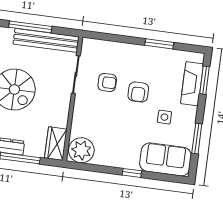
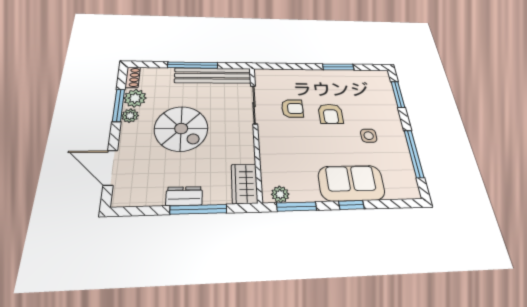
fireplace: (192, 84) -> (386, 99), removed
window: (197, 139) -> (414, 154), width x1.44
plant: (81, 150) -> (280, 194), width x0.53, depth x0.53
sofa: (165, 159) -> (351, 183), moved
window: (91, 167) -> (297, 207), added

